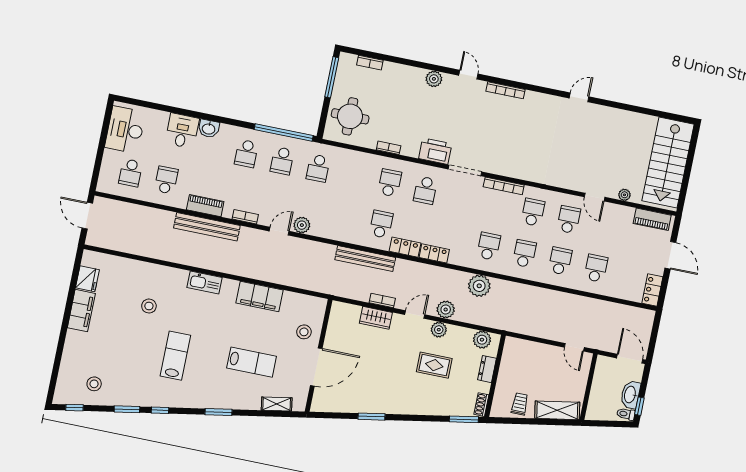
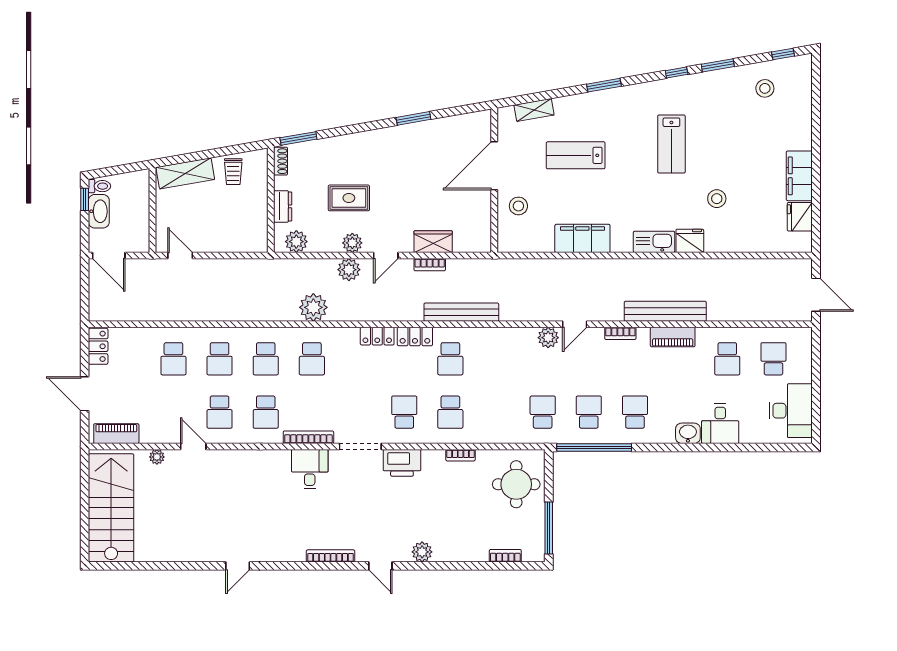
desk: (508, 161) -> (310, 469), added
fridge: (177, 278) -> (690, 241), added

